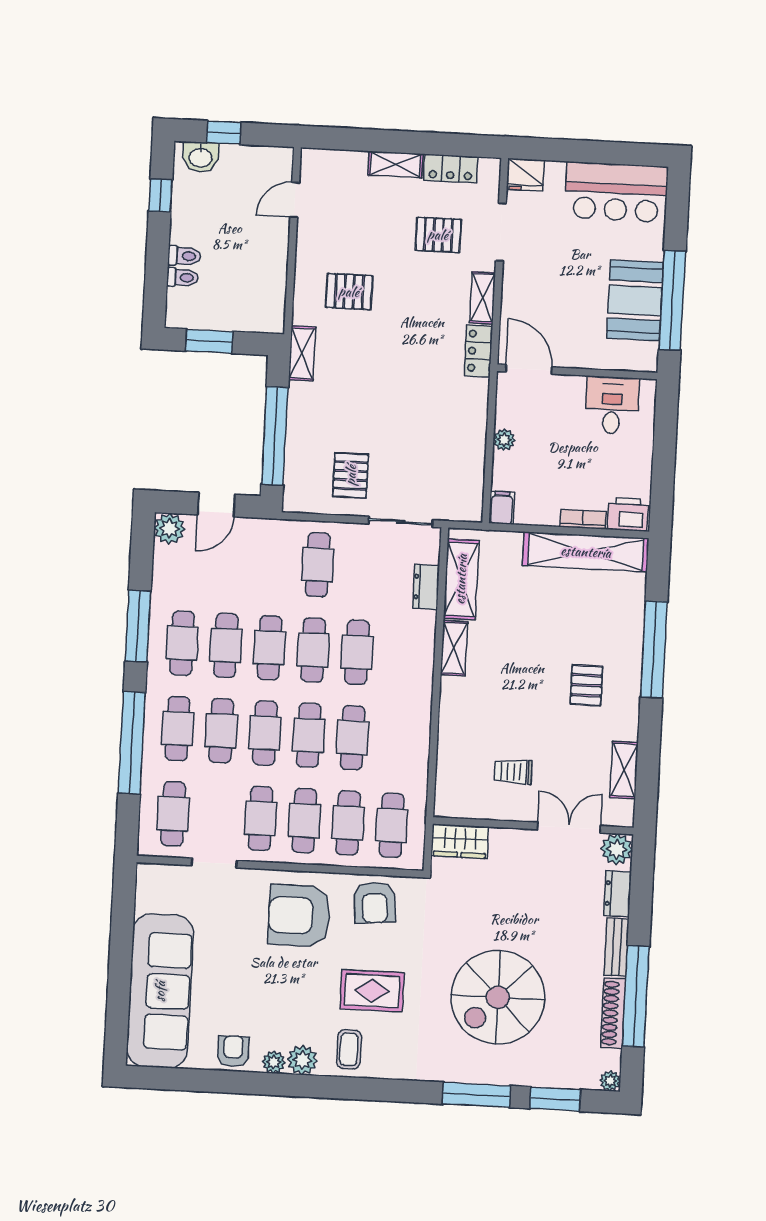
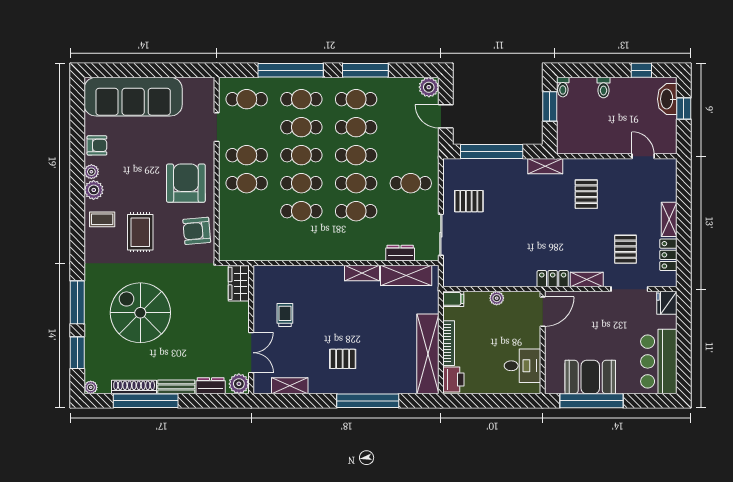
washbasin: (201, 157) -> (667, 99), width x1.38
toilet: (182, 277) -> (563, 87), moved
bookcase: (583, 519) -> (449, 343), width x1.56
cafe table: (348, 823) -> (247, 211), removed
cafe table: (392, 825) -> (247, 239), removed

